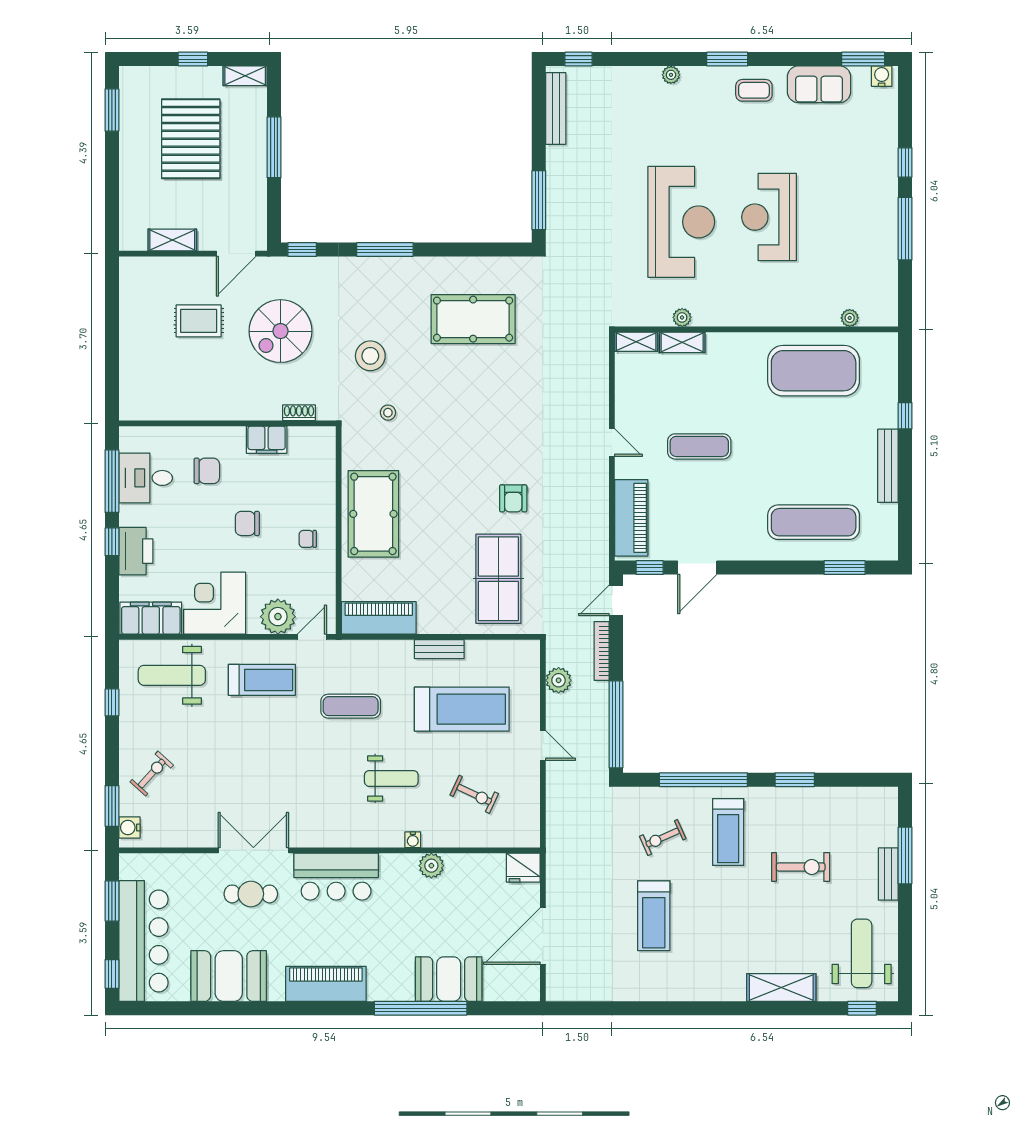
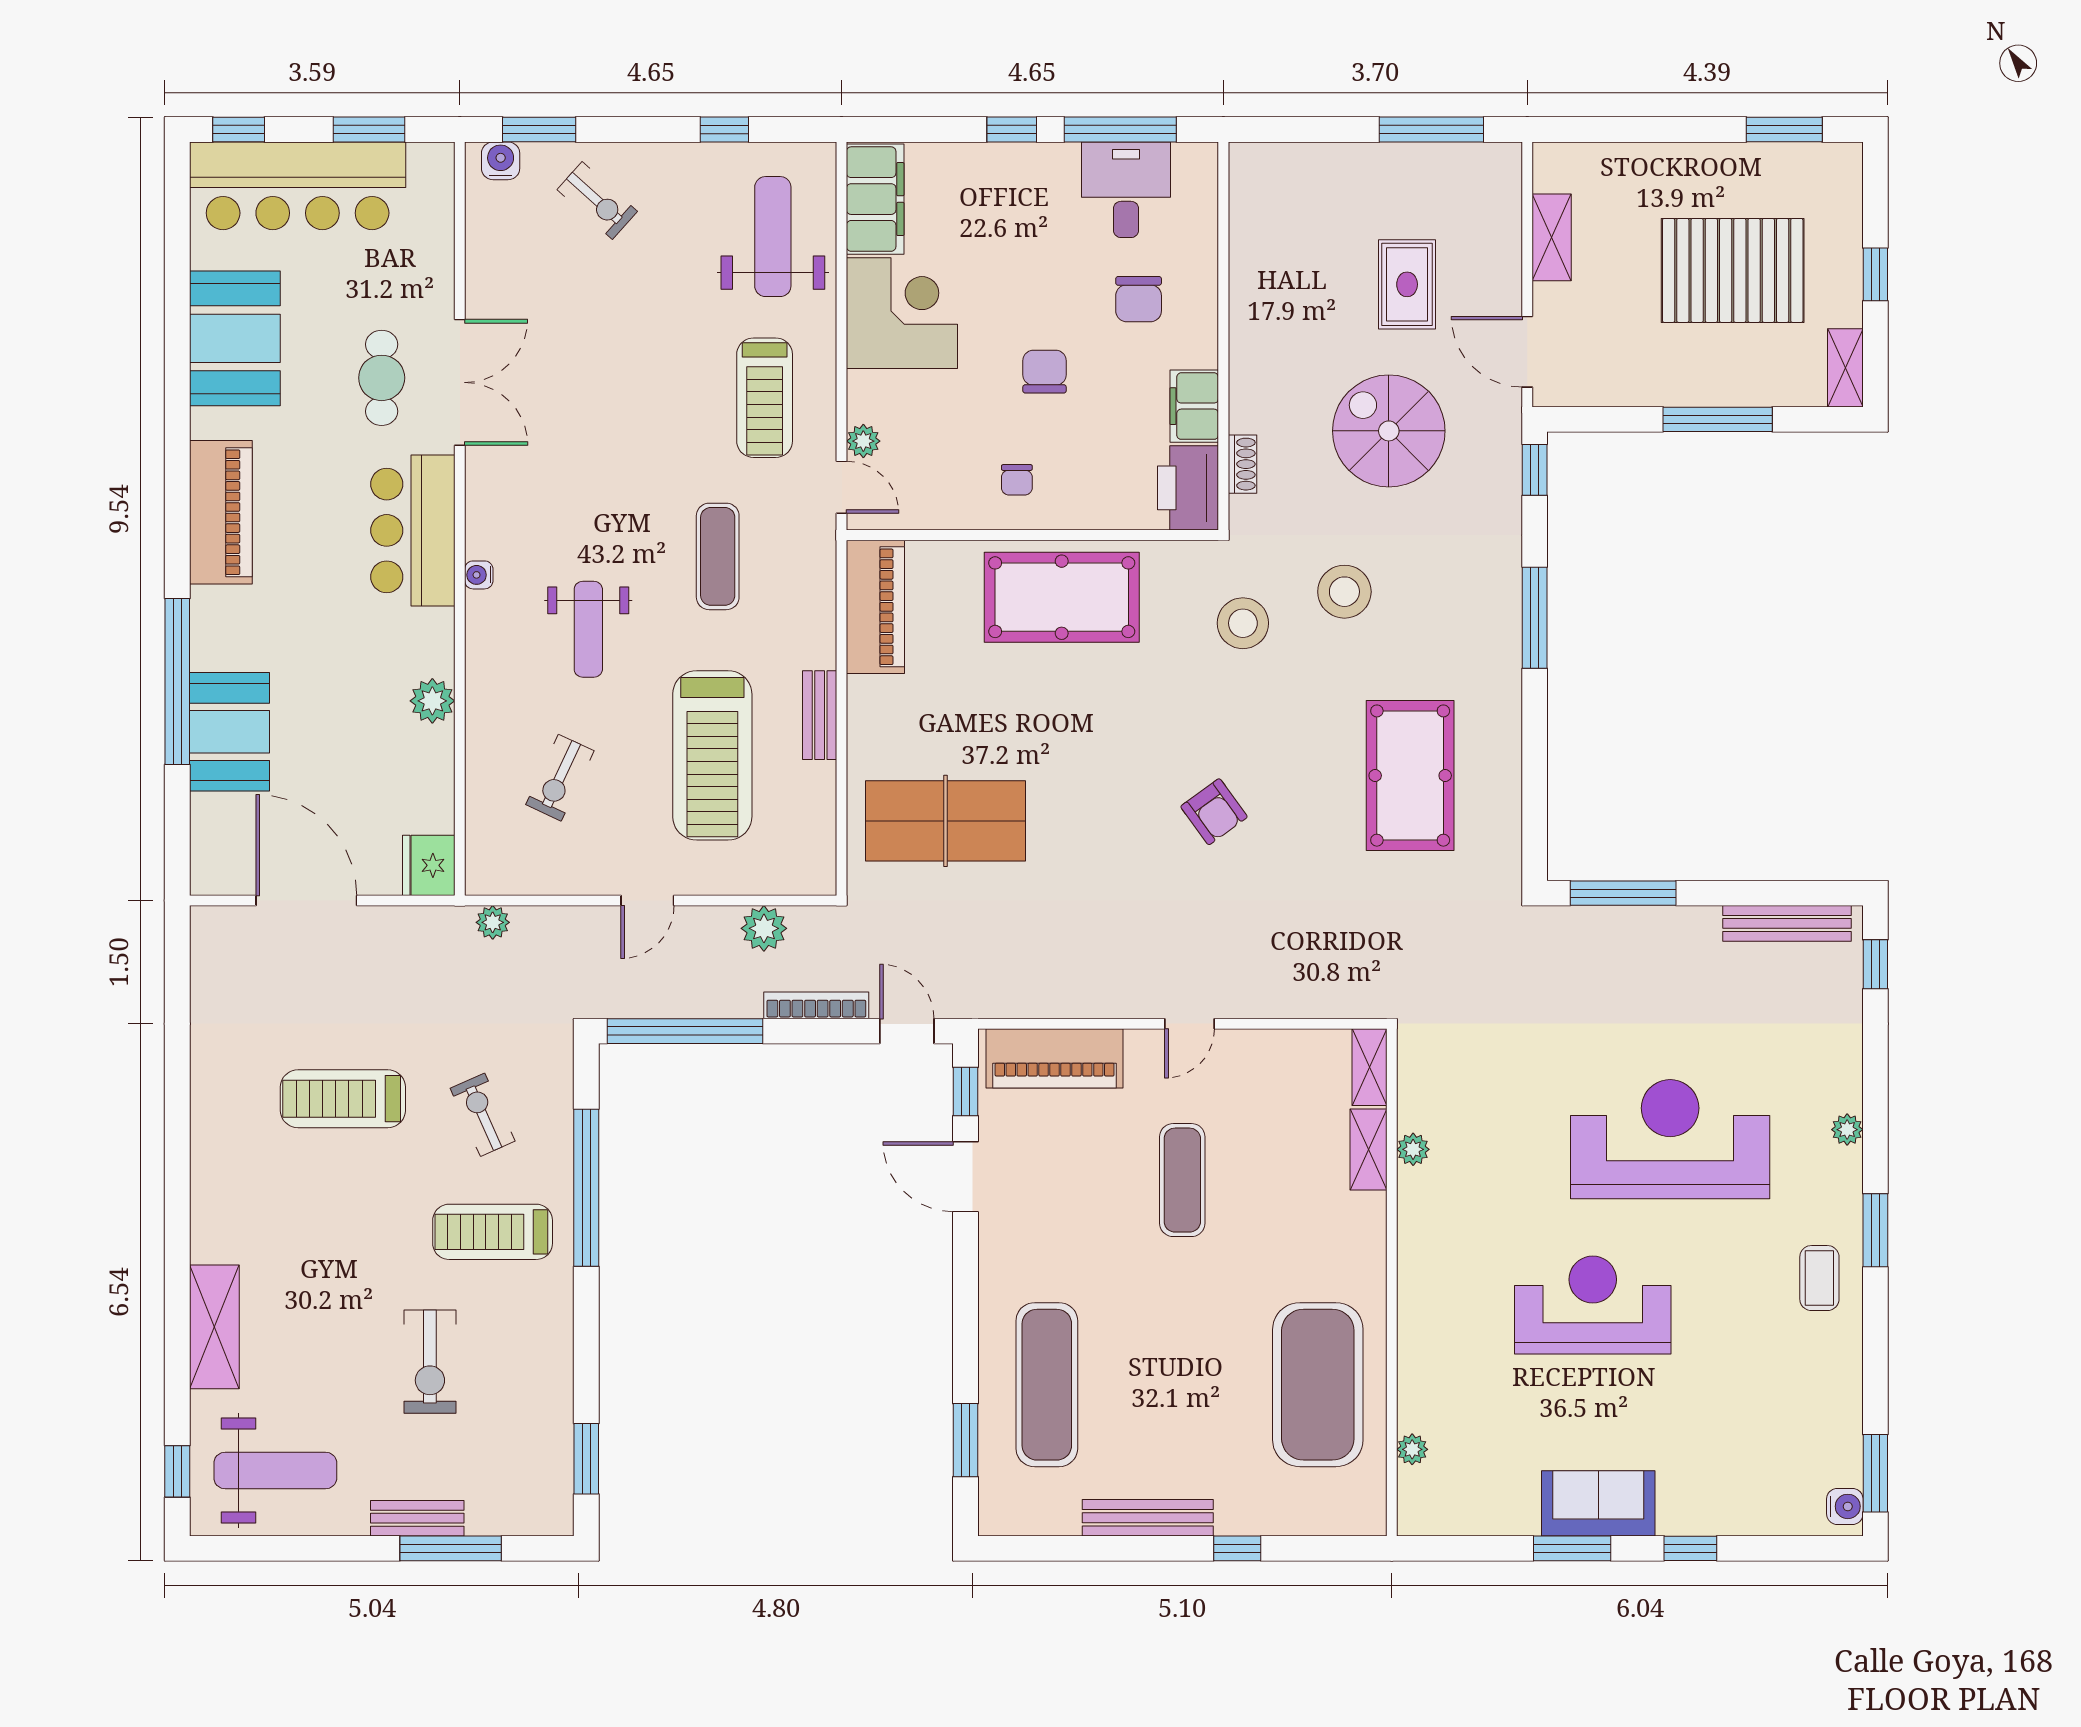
sofa: (819, 84) -> (1598, 1503), moved, turned 90
reception desk: (681, 222) -> (1670, 1139), moved, turned 180
window: (905, 229) -> (1572, 1548), width x0.69
window: (112, 307) -> (1431, 130), added
stool: (388, 413) -> (1243, 623), width x1.89, depth x1.89
armchair: (513, 498) -> (1214, 812), moved, turned -126
chair: (308, 539) -> (1017, 480), turned 180
printer: (136, 551) -> (1188, 488), moved, turned 90
plant: (278, 617) -> (863, 441), width x0.53, depth x0.53
window: (795, 780) -> (586, 1459), moved
plant: (555, 832) -> (493, 922), added
water cooler: (413, 840) -> (479, 575), moved

